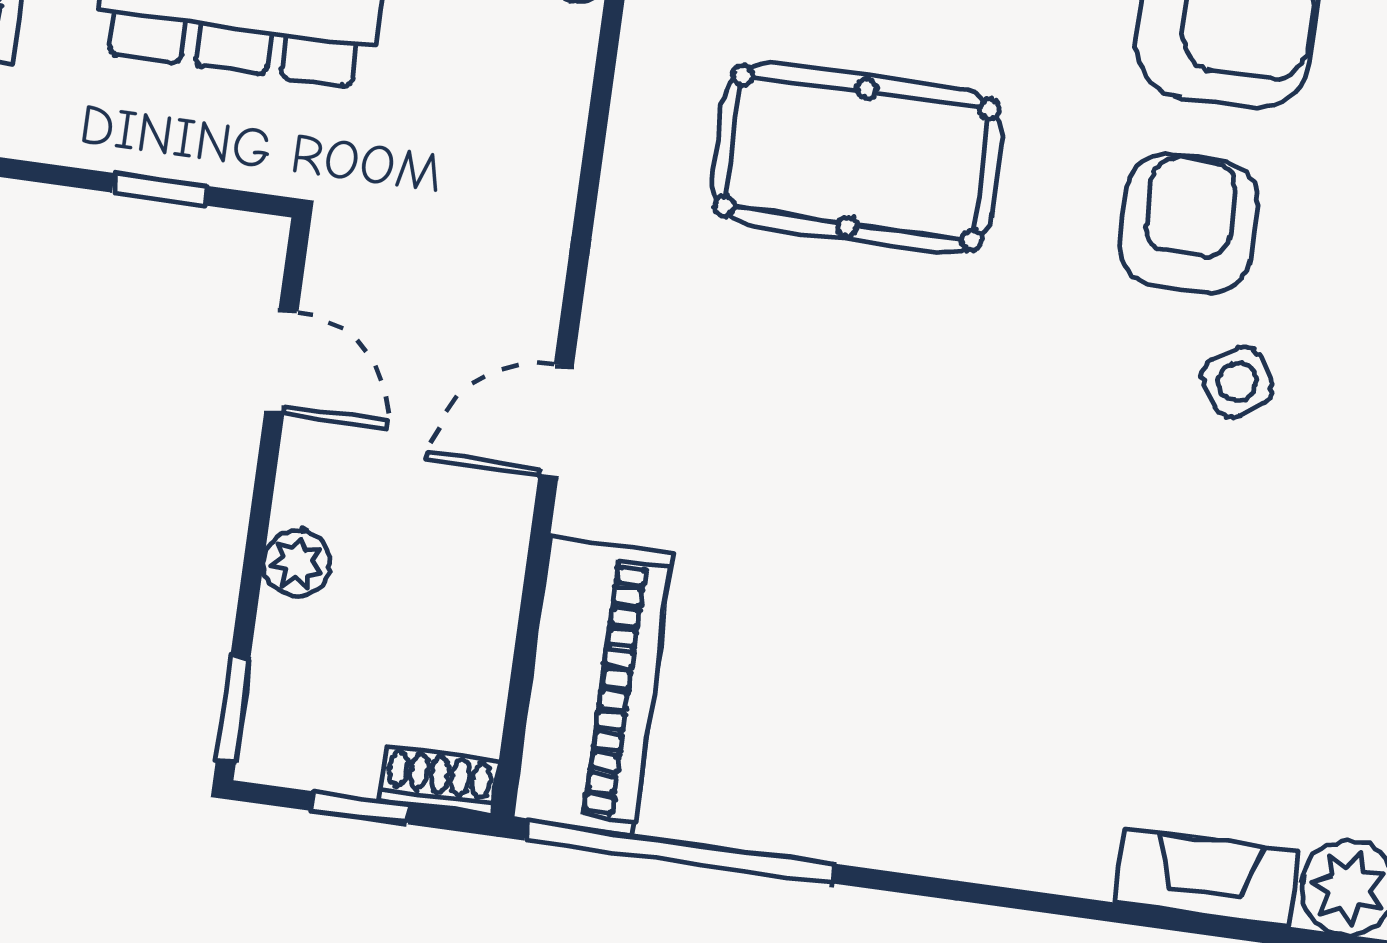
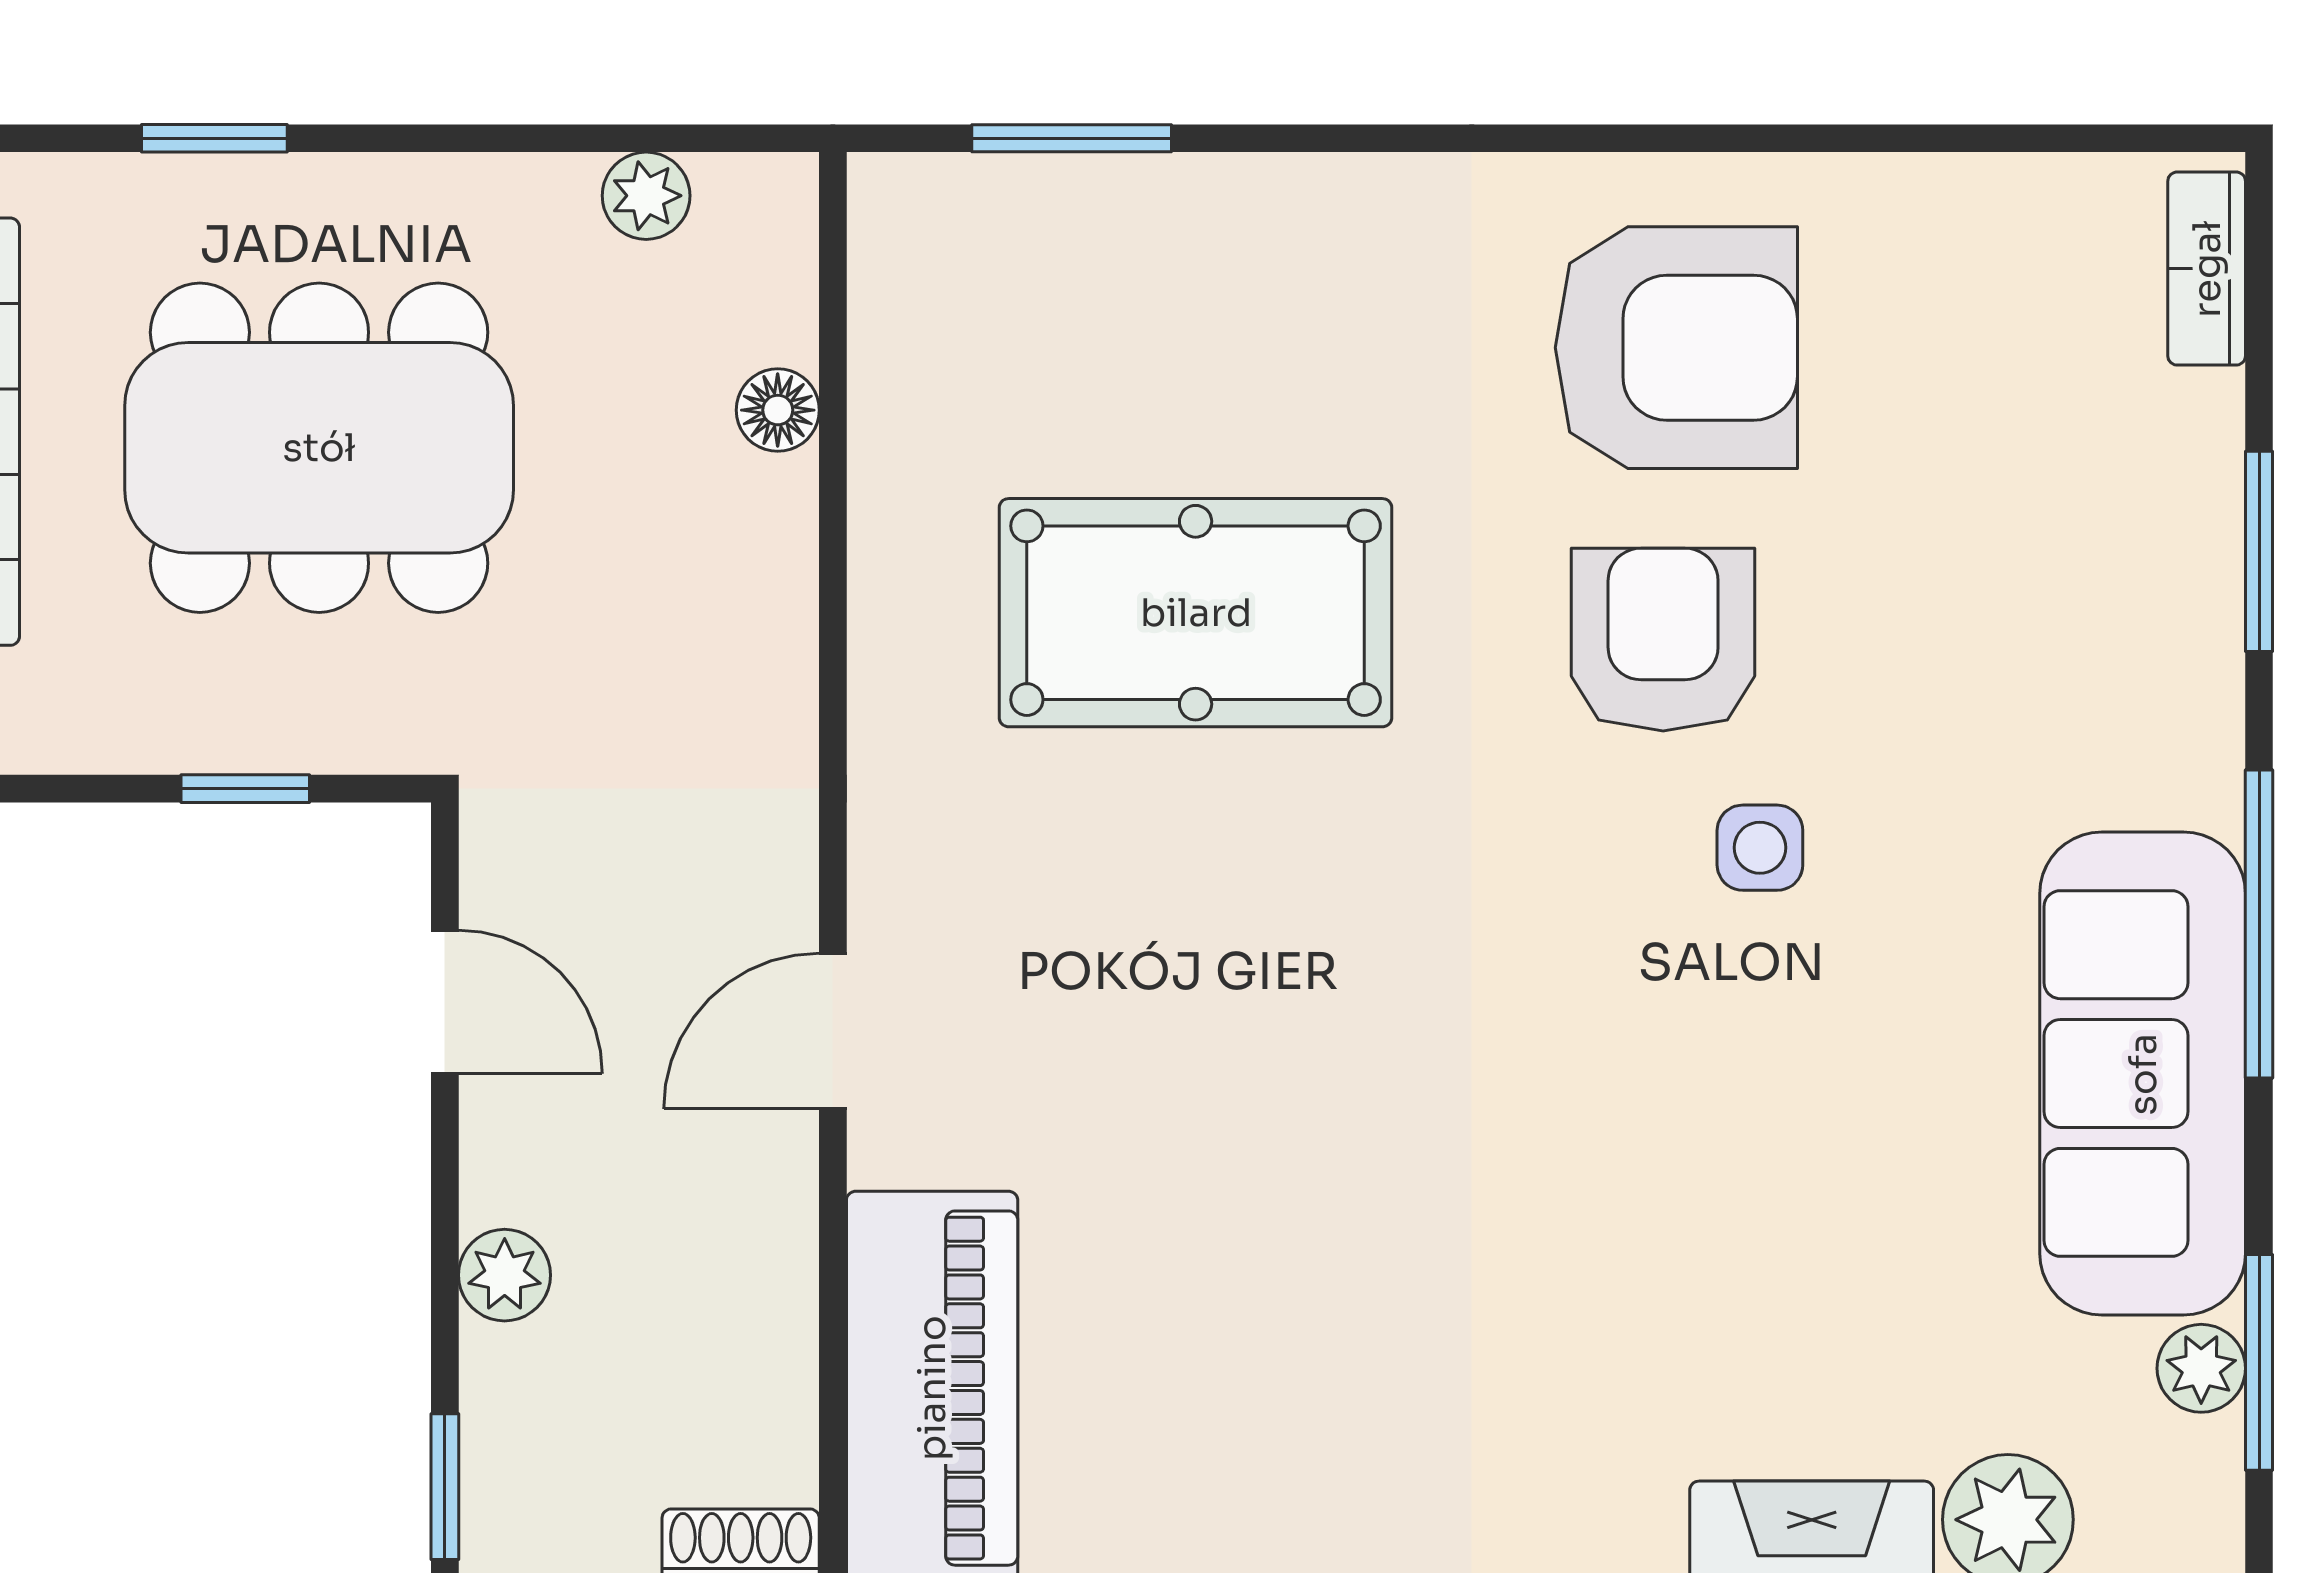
side table: (1238, 382) -> (1760, 848), turned 33

